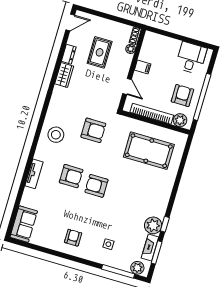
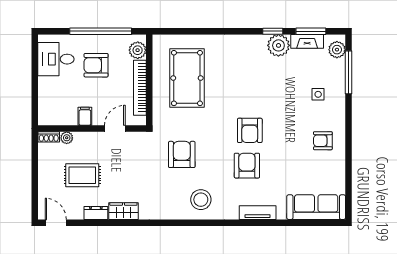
armchair: (182, 95) -> (96, 65), moved
sofa: (24, 224) -> (316, 207), width x1.36

